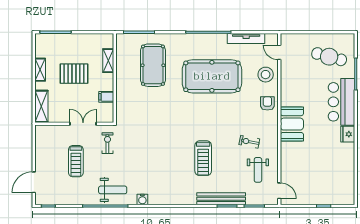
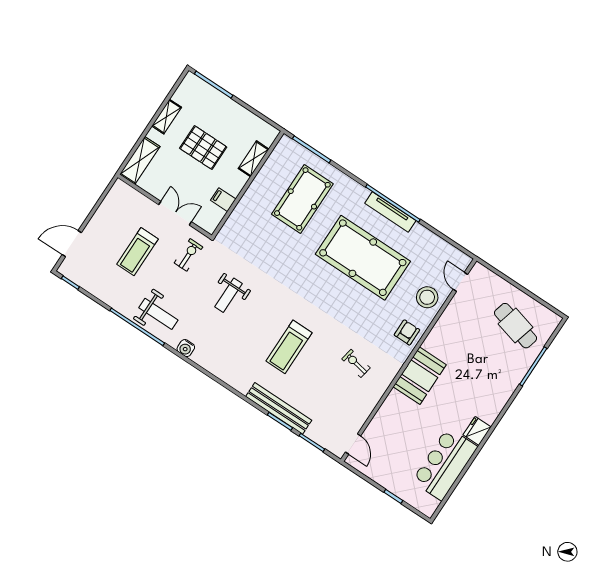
tv unit: (246, 38) -> (390, 212), moved
bar counter: (341, 102) -> (445, 464), moved
weight bench: (258, 170) -> (229, 295), moved

